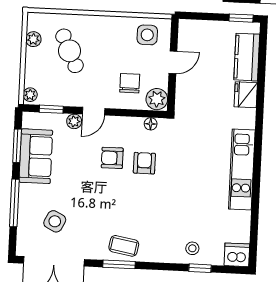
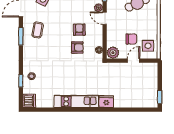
kitchen counter: (247, 57) -> (138, 101), removed
door: (173, 62) -> (134, 61), swing flipped
chair: (130, 83) -> (131, 39), moved
fridge: (246, 95) -> (106, 102), moved
coffee table: (124, 246) -> (38, 30), moved

